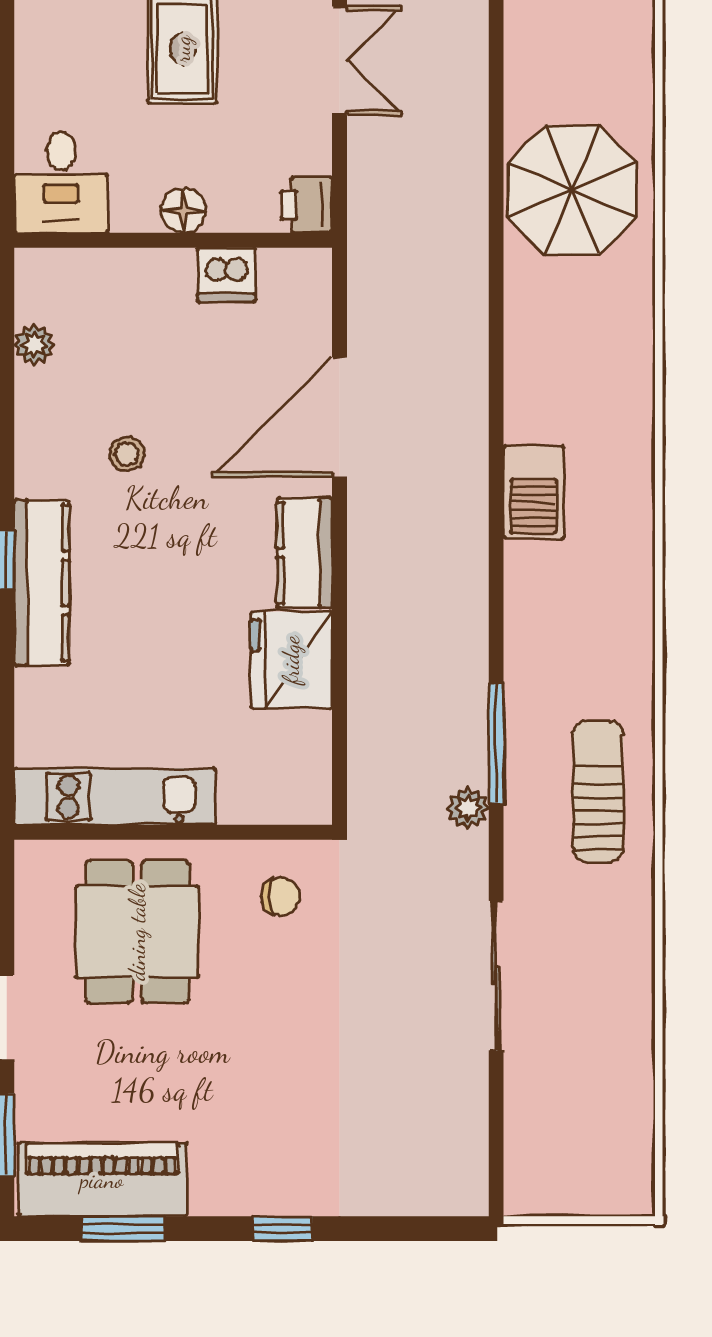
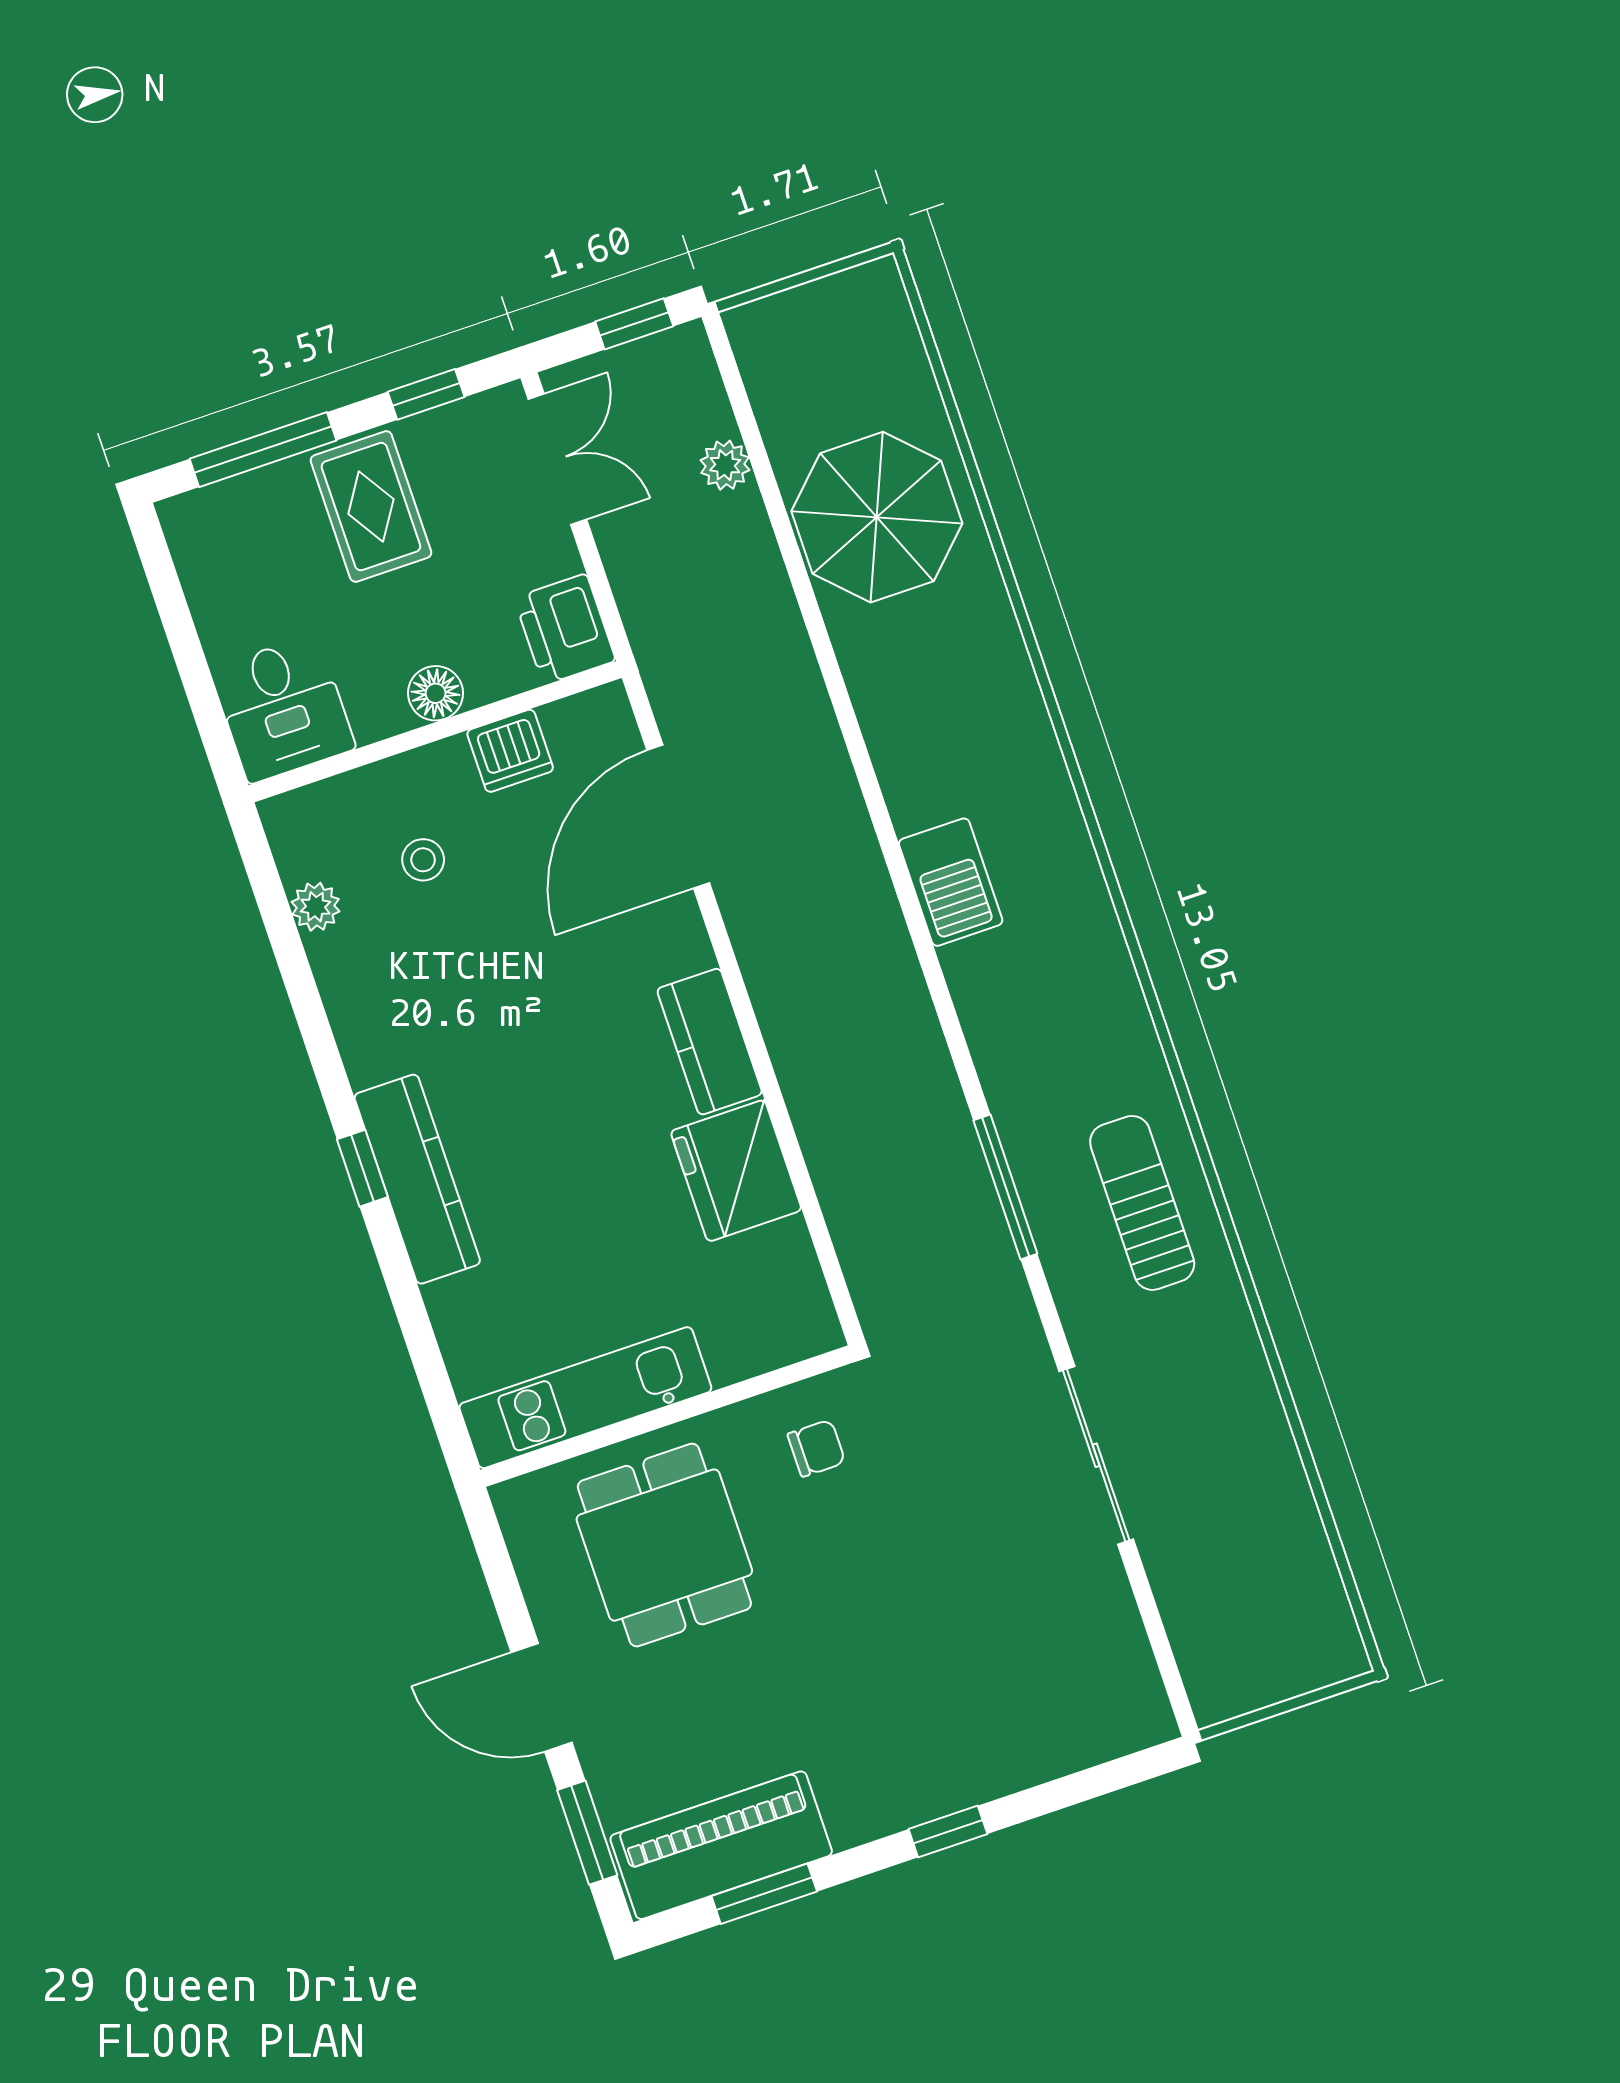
printer: (307, 205) -> (565, 629), width x1.36, depth x1.24
door: (340, 417) -> (678, 817), moved
stool: (127, 454) -> (423, 860), moved
plant: (468, 808) -> (725, 465), moved

